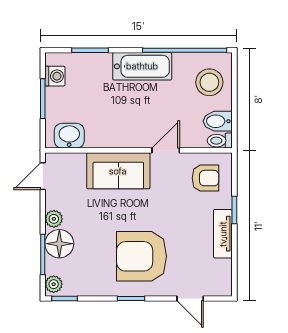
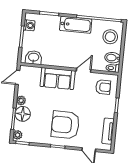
tv unit: (223, 234) -> (108, 131), moved

